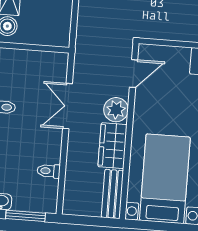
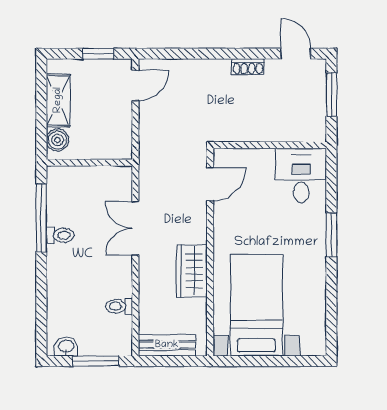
plant: (116, 110) -> (193, 228), removed
bench: (112, 194) -> (167, 345), moved, turned 90

